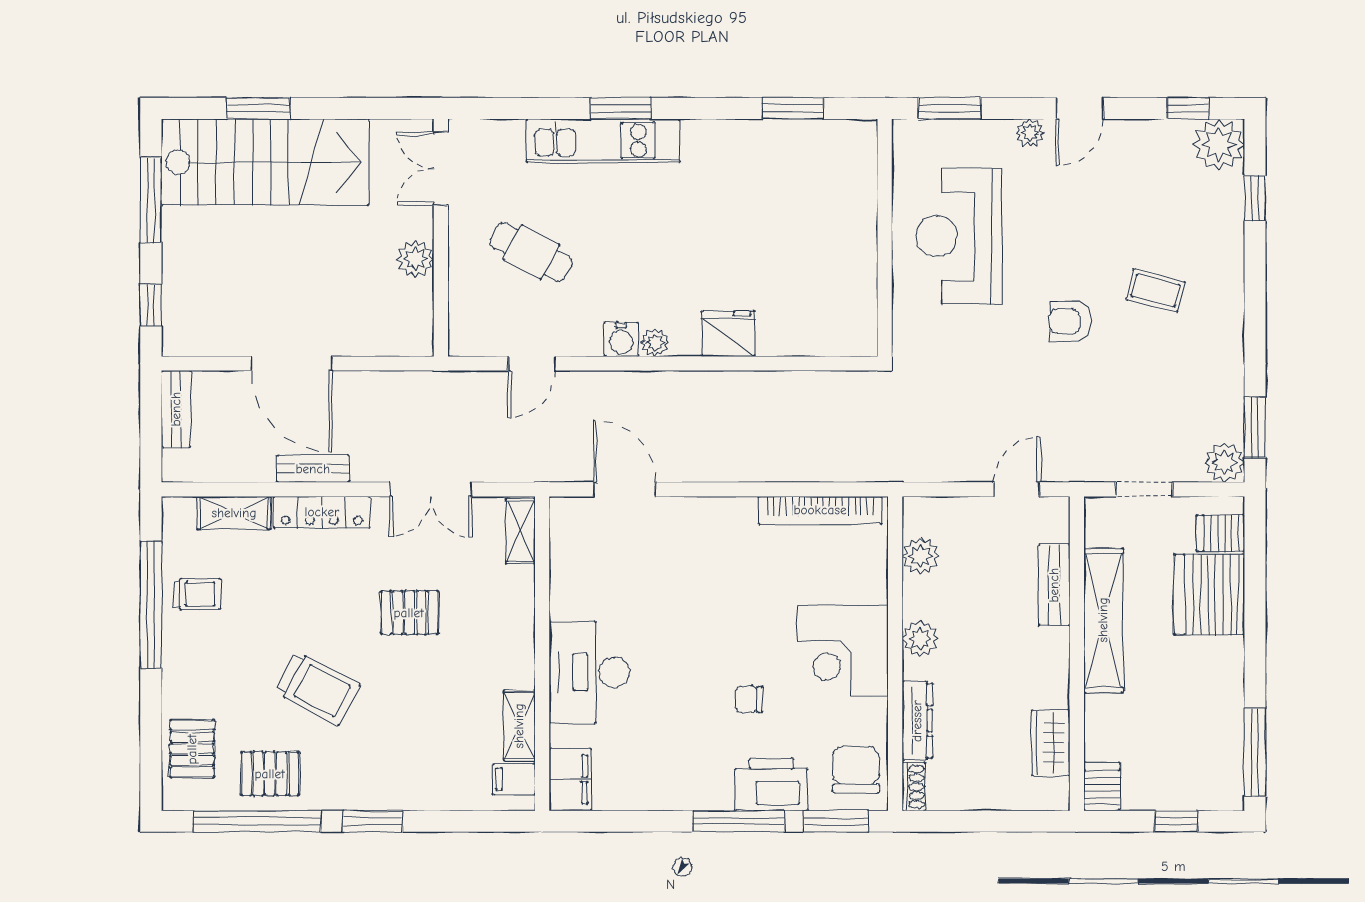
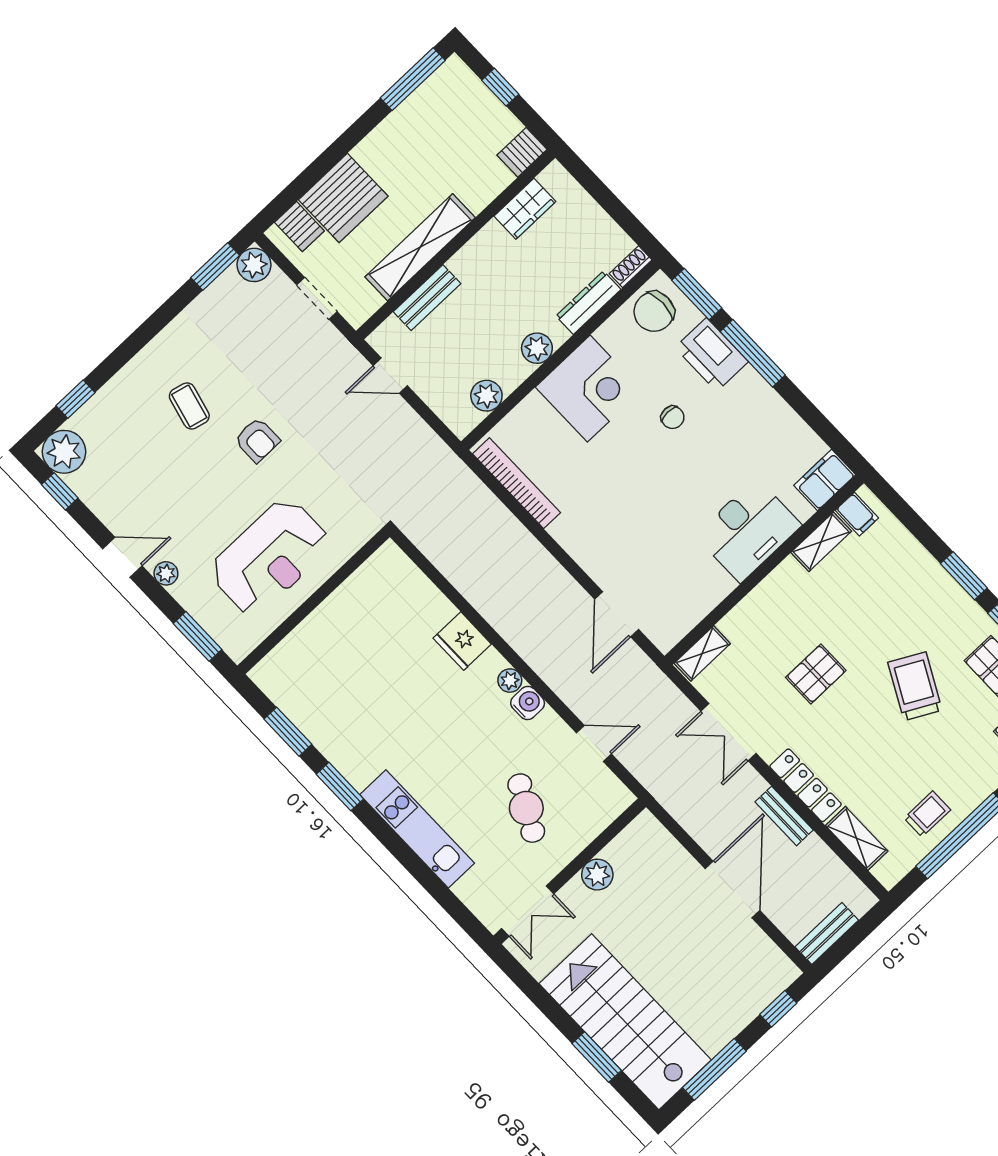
window: (621, 108) -> (340, 787), moved
double door: (431, 489) -> (729, 732), swing flipped
trolley: (197, 594) -> (927, 814), turned 90
pallet: (409, 613) -> (816, 674), turned 90

